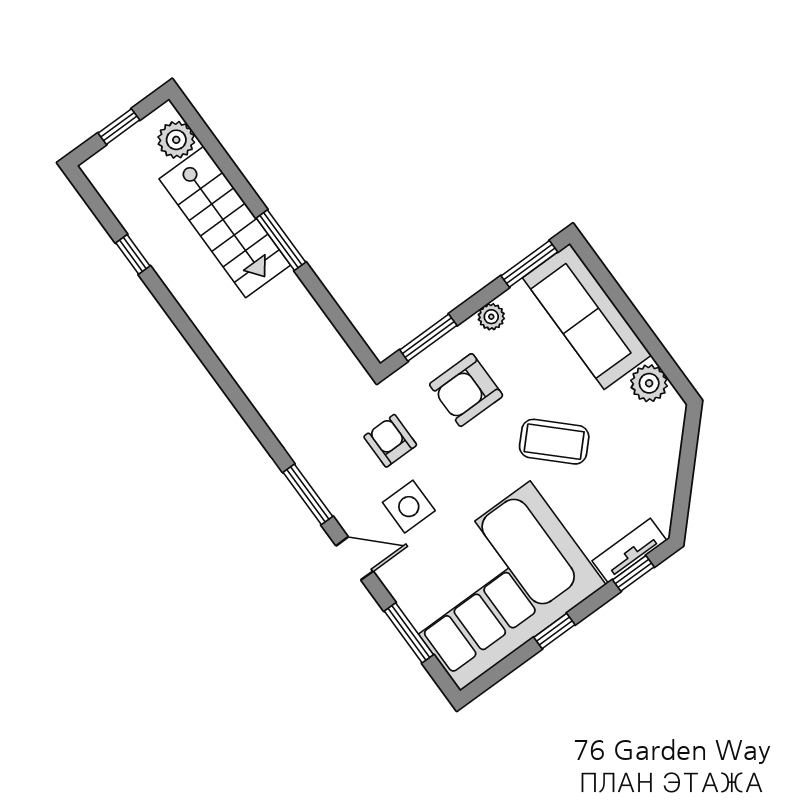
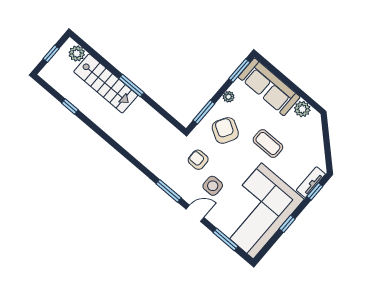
armchair: (466, 390) -> (225, 130), turned 120
coffee table: (554, 442) -> (268, 143), turned 46

